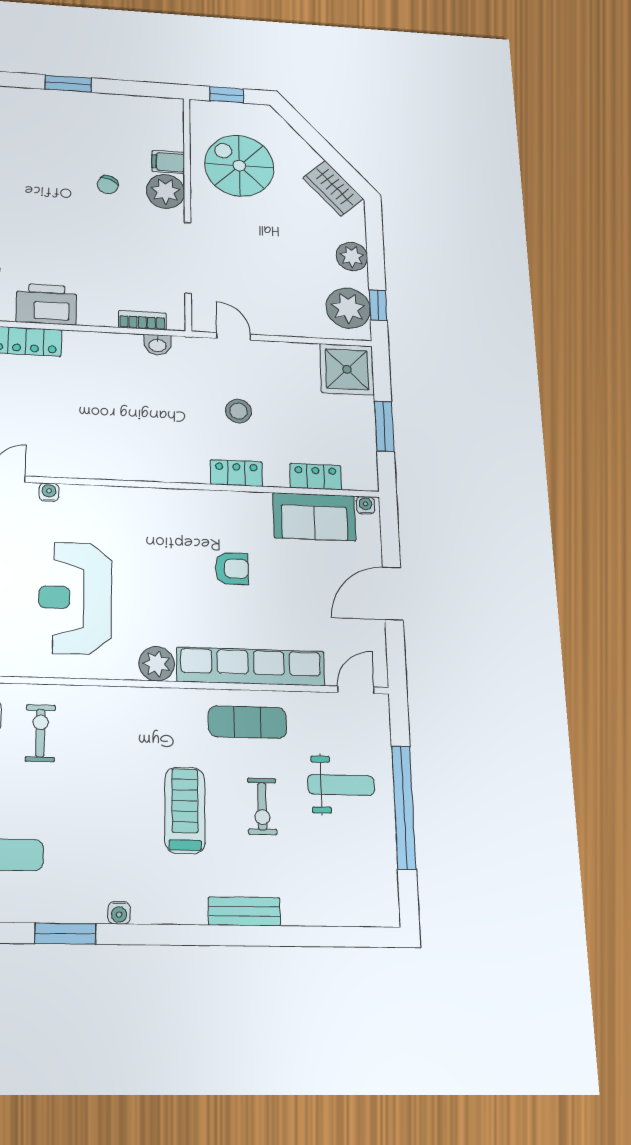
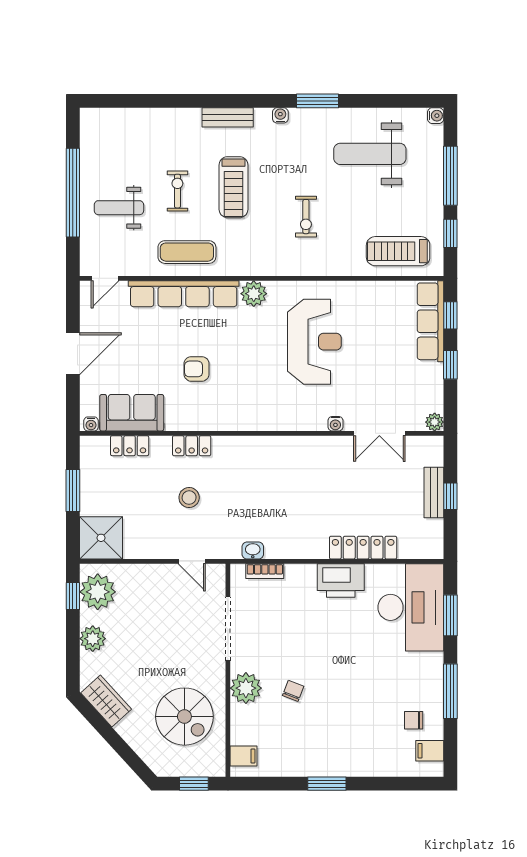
filing cabinet: (168, 162) -> (244, 756), moved
exercise bike: (40, 733) -> (306, 217), moved
bench: (244, 911) -> (228, 117), moved

